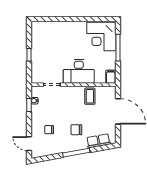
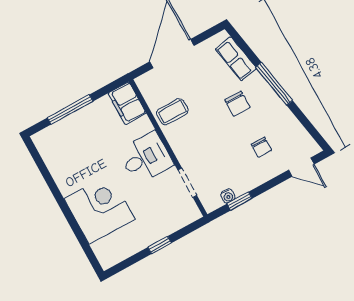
corner desk: (101, 36) -> (100, 209), moved, turned -90
desk: (79, 71) -> (146, 158), width x0.73
filing cabinet: (111, 77) -> (127, 103), width x2.00
door: (29, 144) -> (301, 167), hinge flipped

